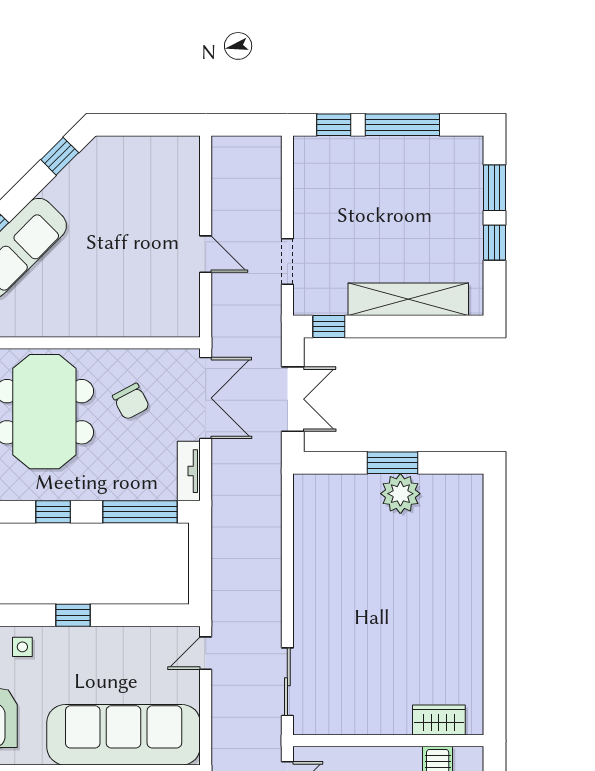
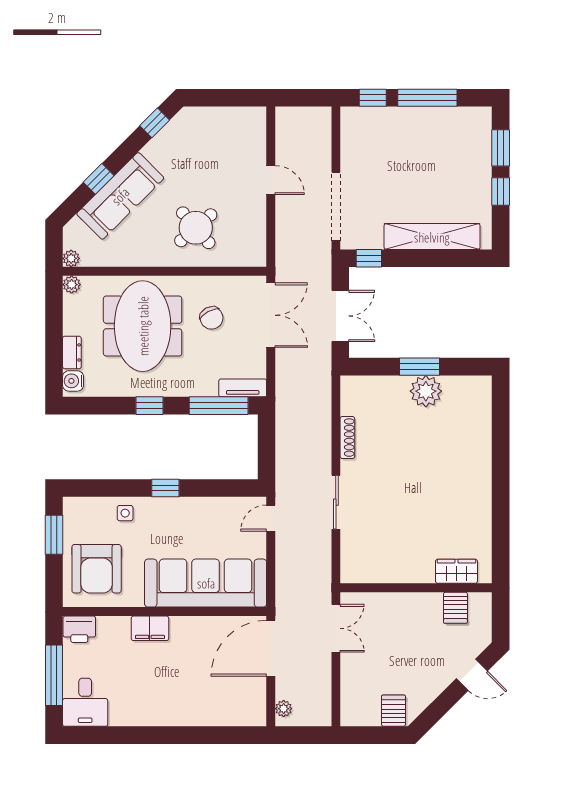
door: (206, 254) -> (271, 180), moved
doorway: (287, 261) -> (336, 207), width x1.88
round table: (111, 288) -> (196, 228), added
tv unit: (189, 471) -> (243, 388), moved, turned 90
shoe rack: (302, 552) -> (347, 438), added
sliding door: (287, 682) -> (336, 502), moved

